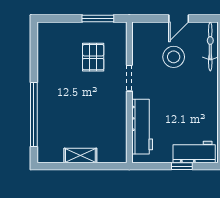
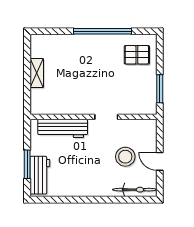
pallet: (93, 57) -> (137, 55), moved
window: (34, 114) -> (103, 31), moved
window: (182, 166) -> (27, 164), width x1.50

